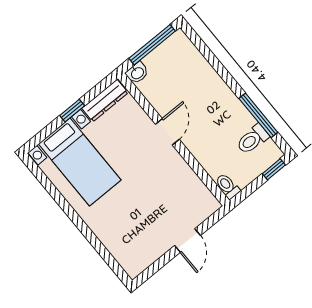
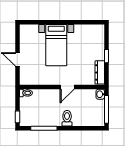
door: (167, 132) -> (67, 87), hinge flipped
toilet: (253, 139) -> (67, 118), moved
bed with nightstands: (80, 162) -> (56, 45), moved, turned -90

